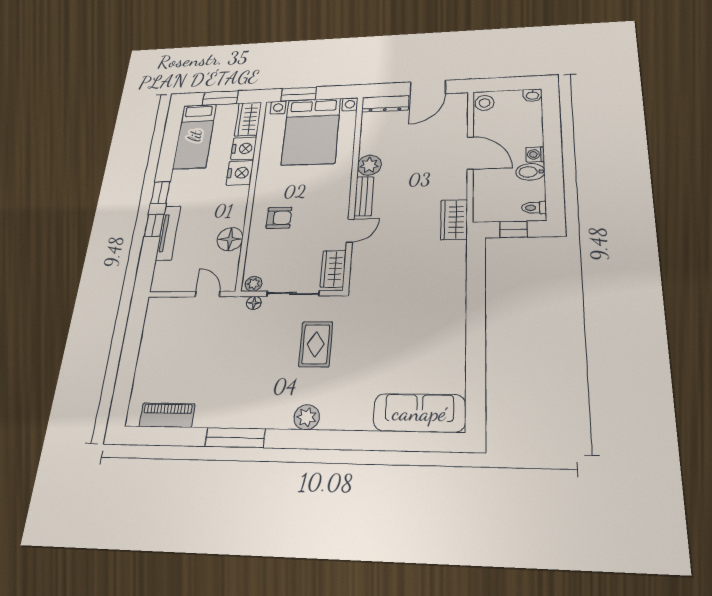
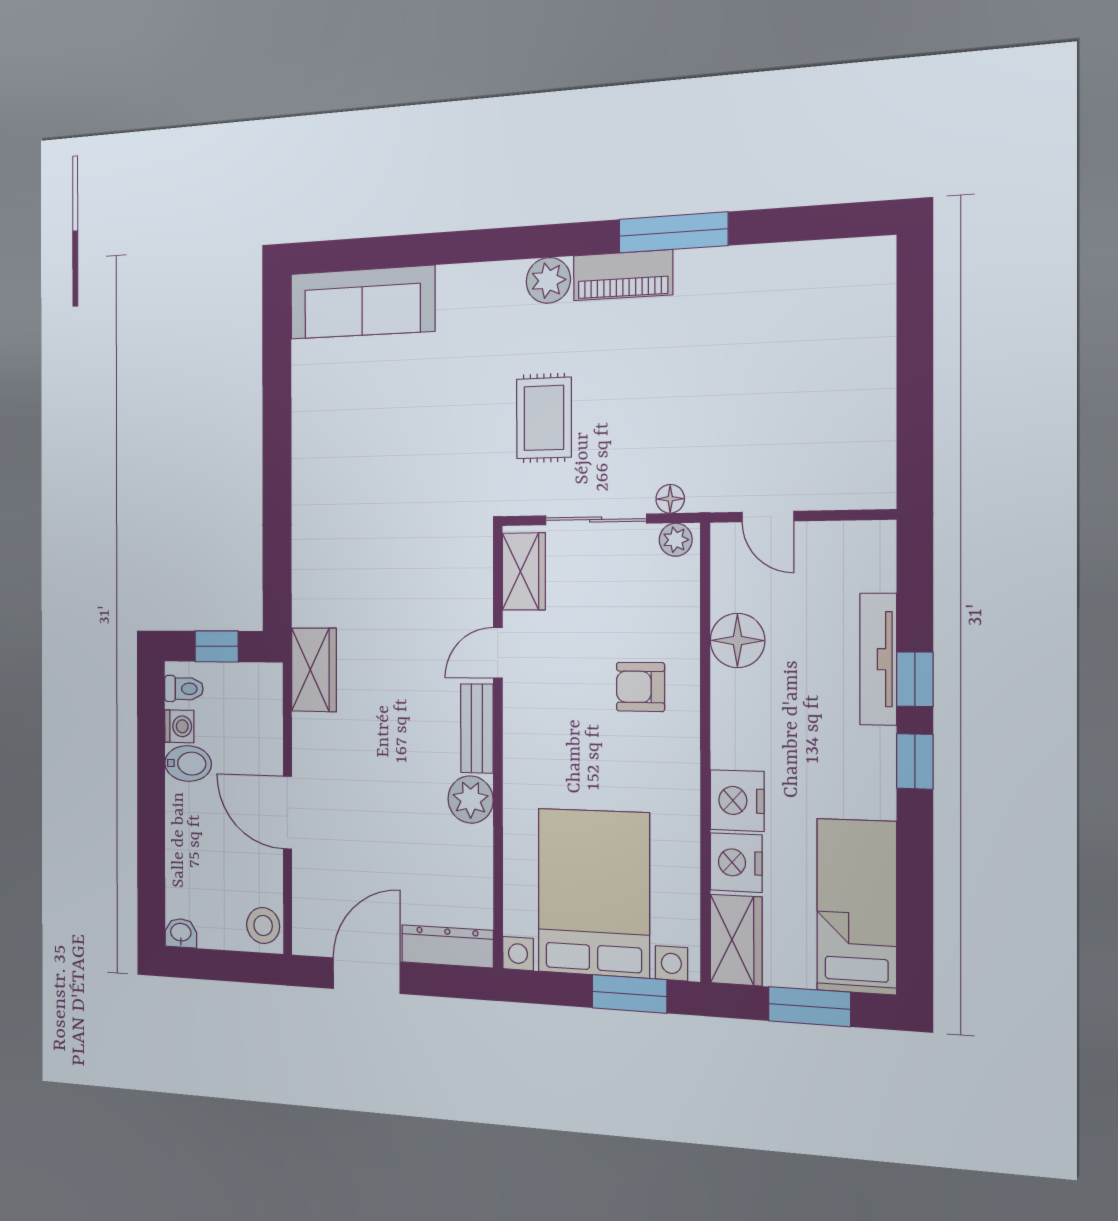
washing machine: (535, 154) -> (179, 726), moved
piano: (167, 415) -> (623, 275), moved

